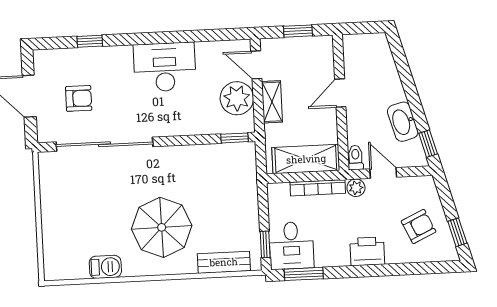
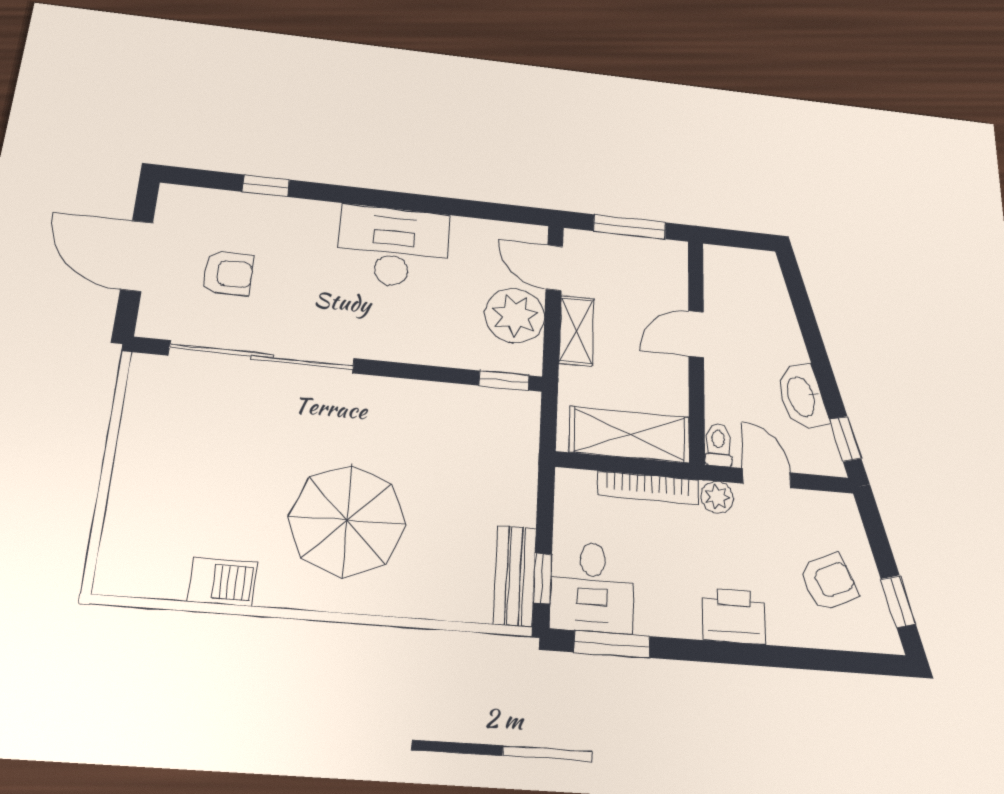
window: (298, 31) -> (630, 227), width x1.50
bench: (224, 262) -> (515, 576), moved, turned 90

